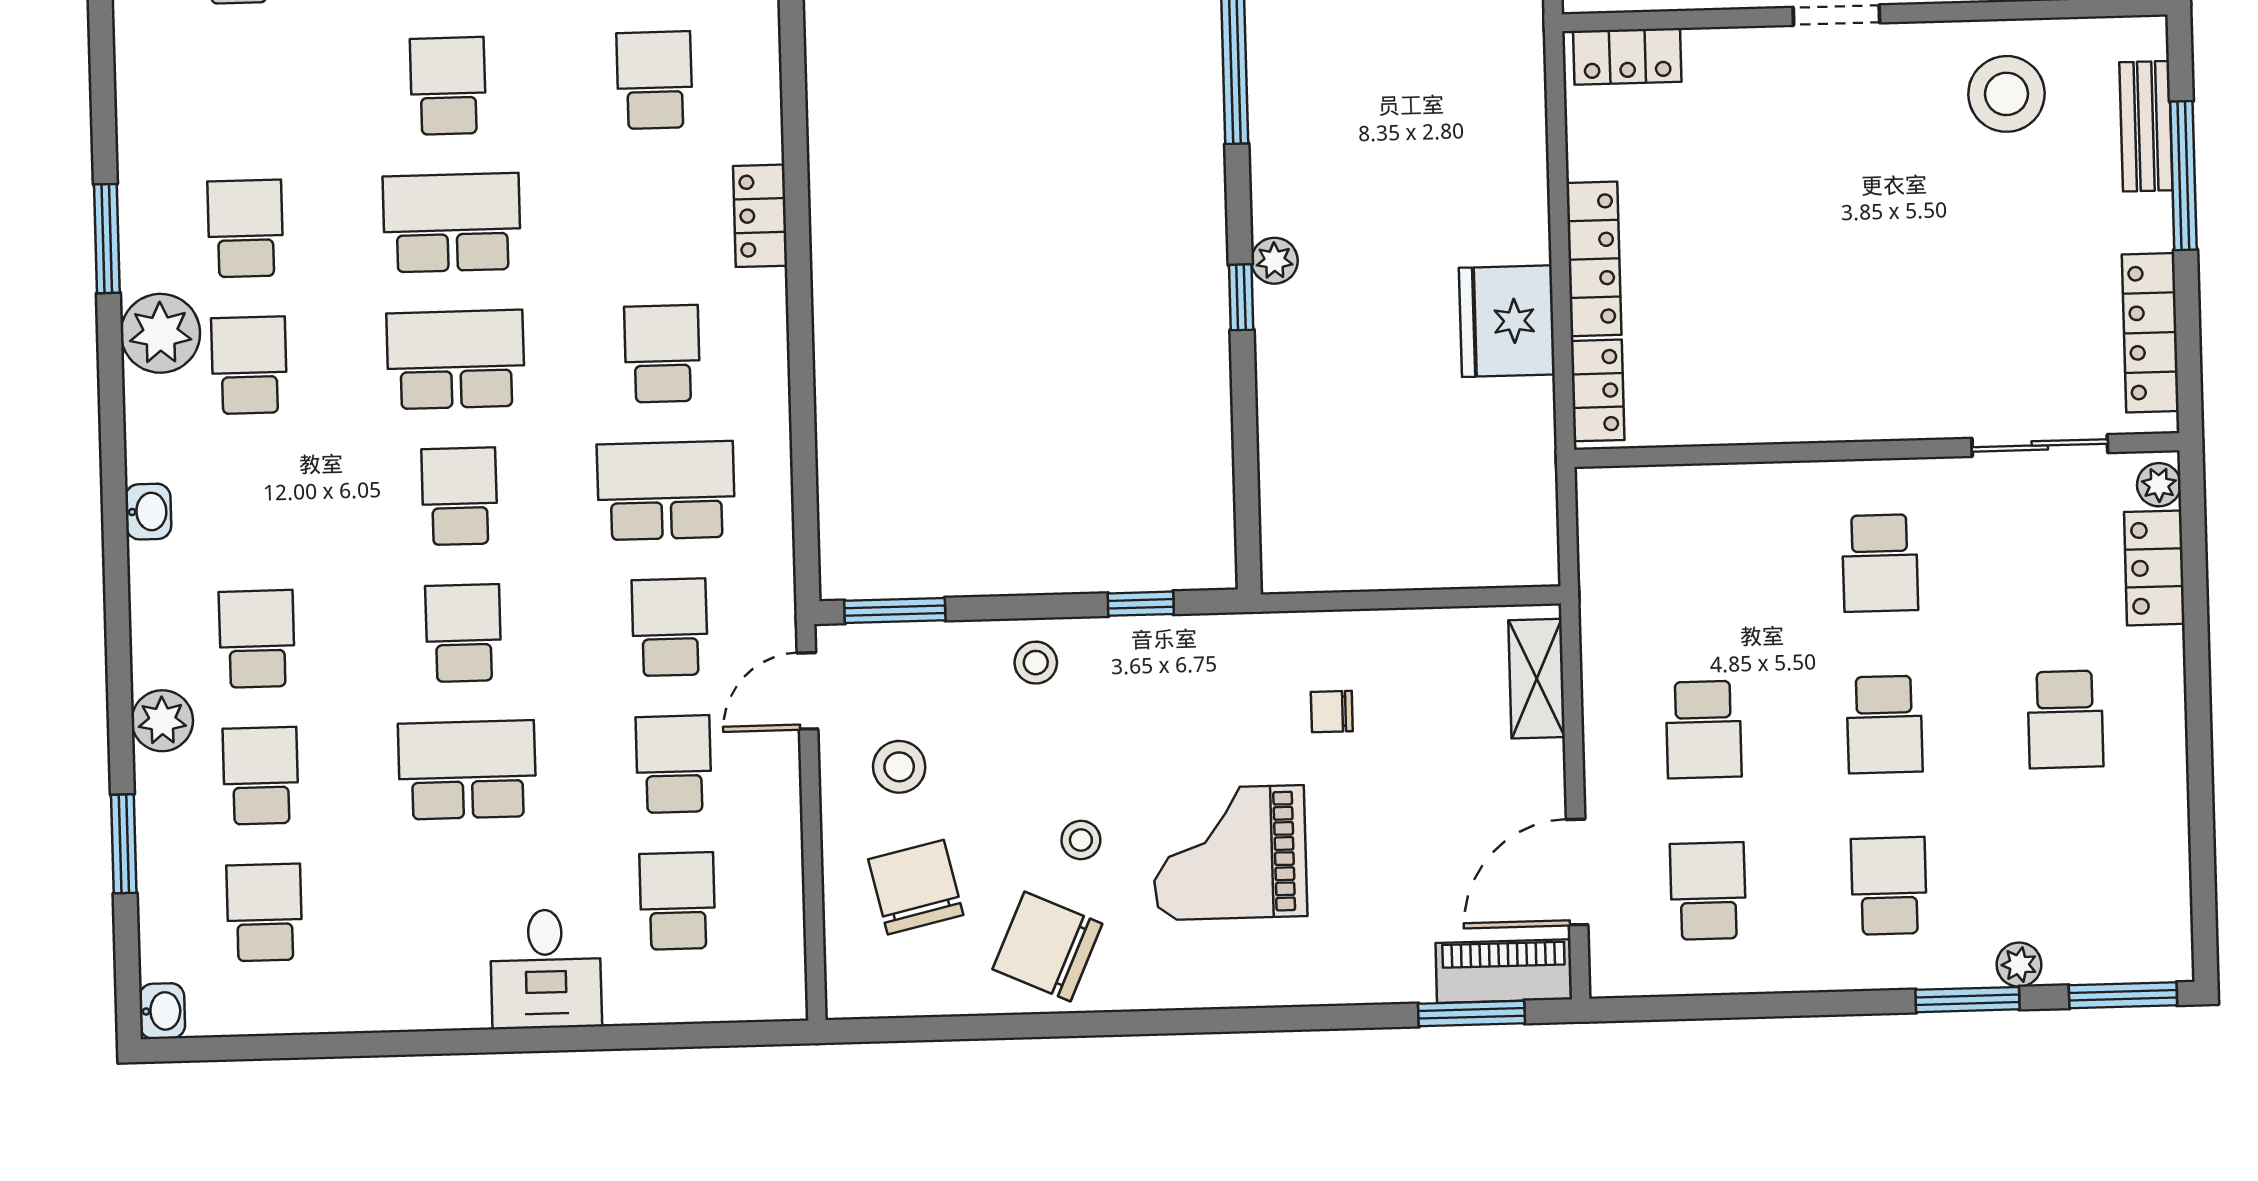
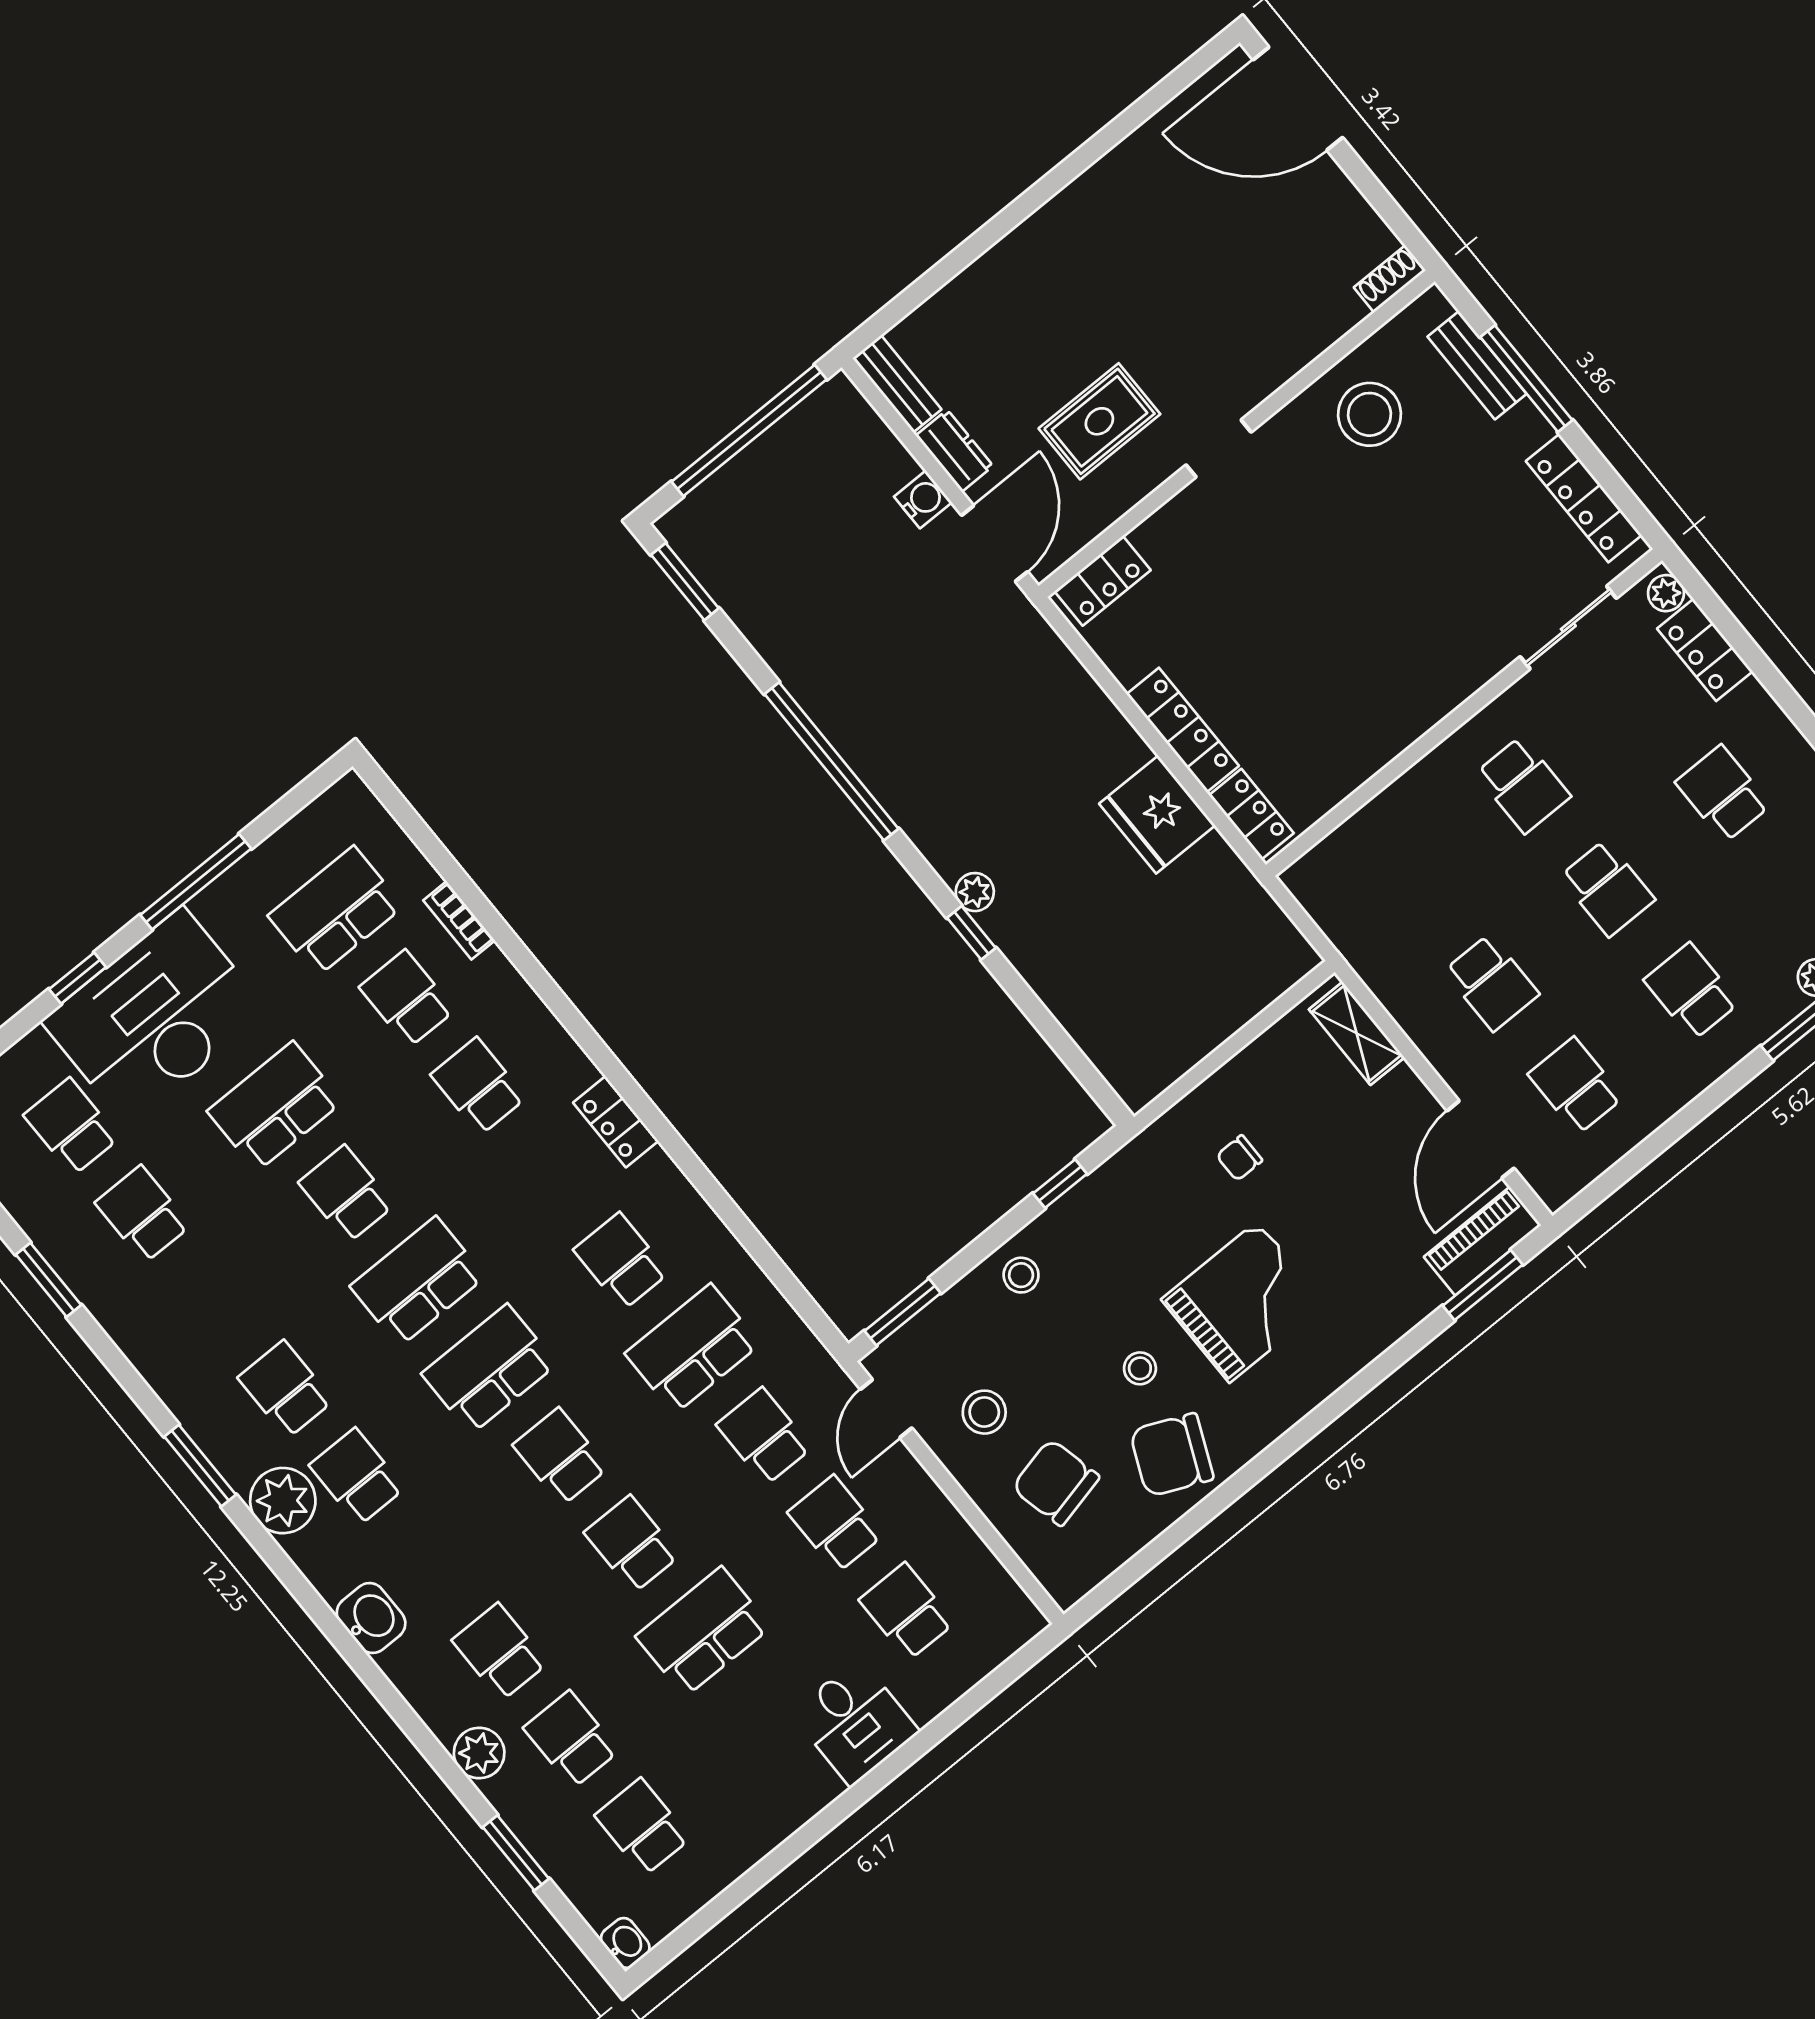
washbasin: (148, 512) -> (371, 1618), width x1.38, depth x1.45
school desk: (2065, 719) -> (1723, 794), turned 180
grand piano: (1230, 853) -> (1244, 1302), turned 180

